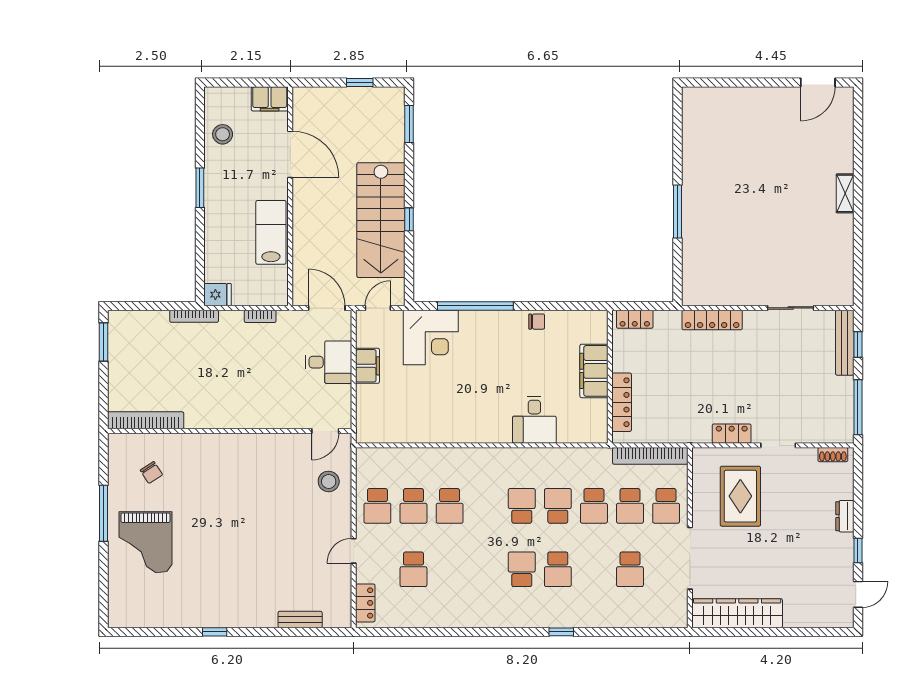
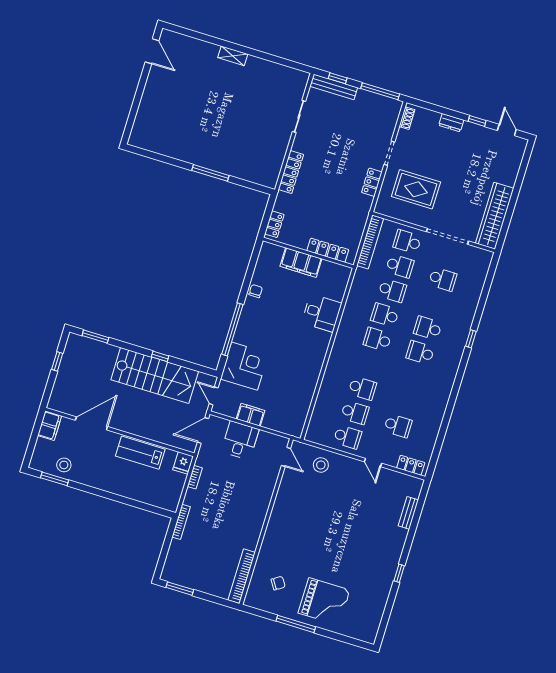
window: (200, 188) -> (55, 479), moved
fridge: (218, 295) -> (183, 463), moved, turned 180
school desk: (666, 506) -> (407, 242), turned 180
school desk: (558, 569) -> (428, 328), turned 180

